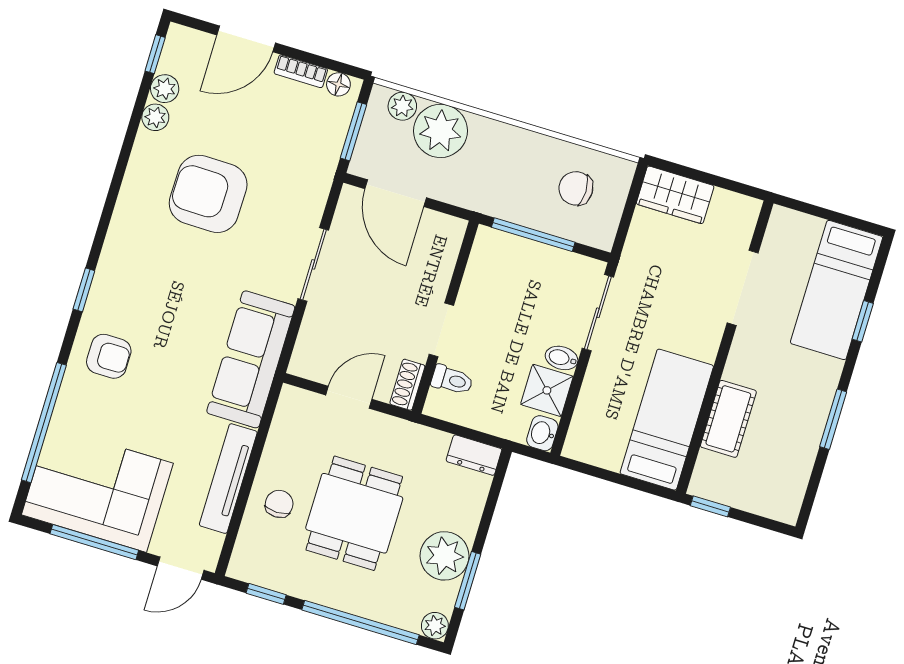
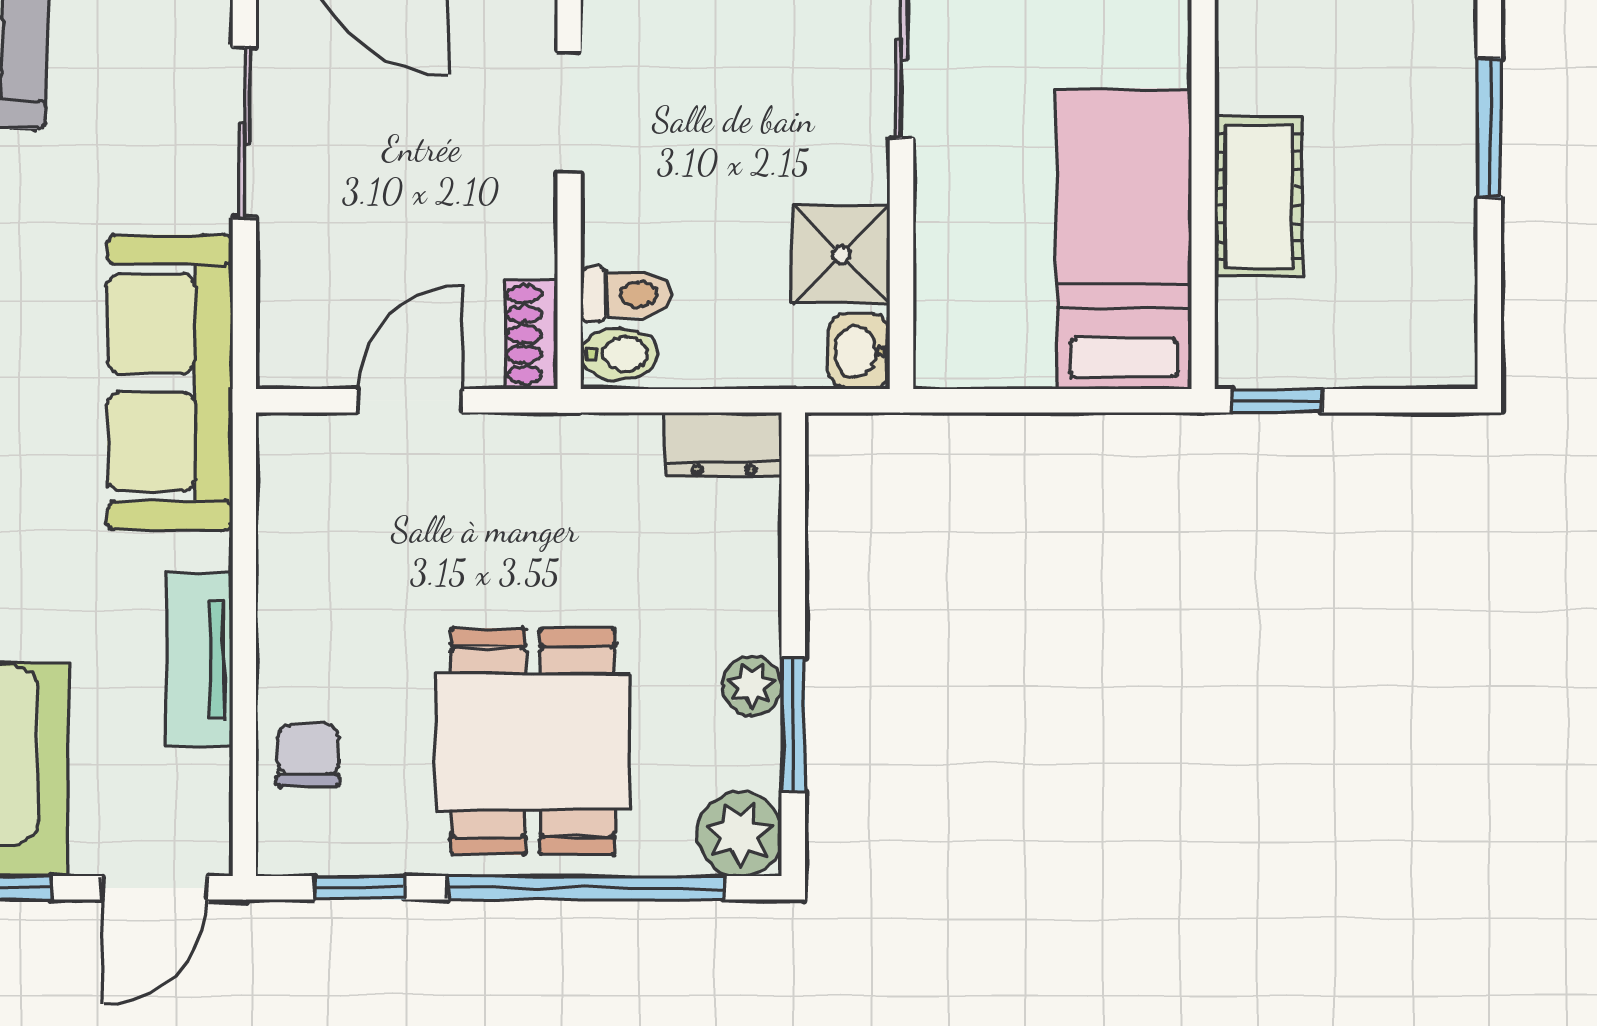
doorway: (441, 330) -> (569, 112), moved
bidet: (562, 358) -> (619, 354), moved, turned 180
tv unit: (228, 479) -> (199, 659), width x0.71
chair: (279, 504) -> (308, 755), moved
dining table: (354, 513) -> (533, 742), moved
plant: (444, 556) -> (752, 686), width x0.53, depth x0.53
plant: (435, 626) -> (740, 834), width x1.38, depth x1.38

